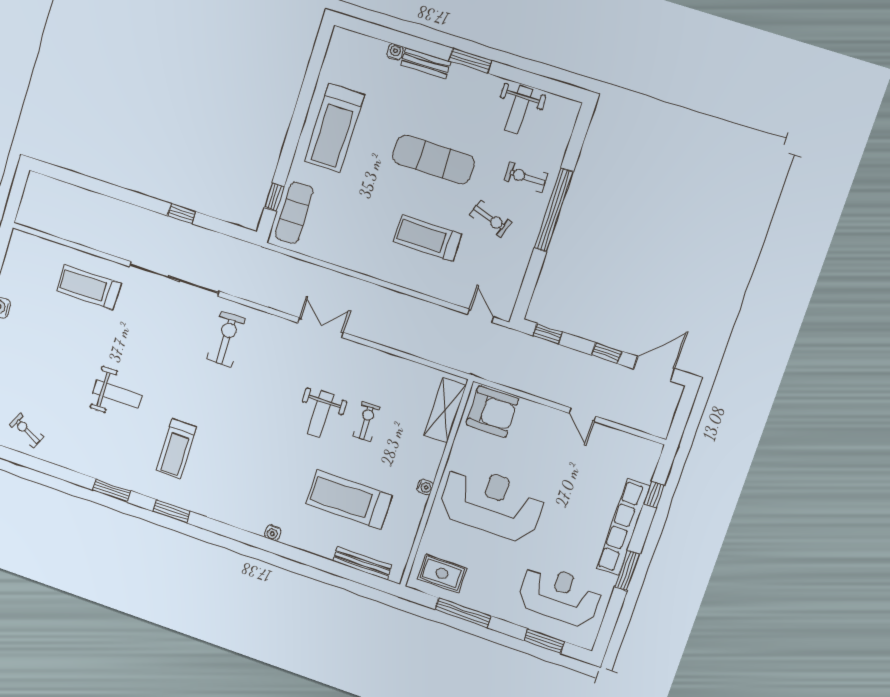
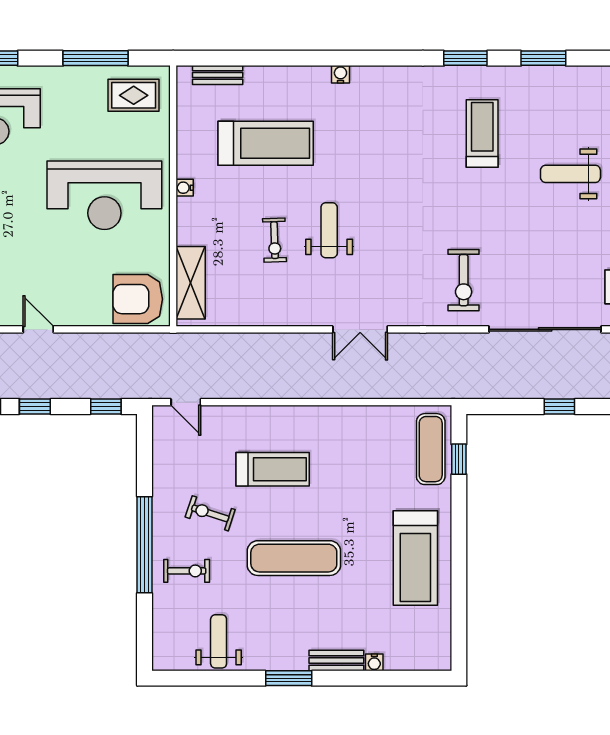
treadmill: (334, 128) -> (415, 558), turned 180
bench: (362, 563) -> (218, 75), width x0.73

